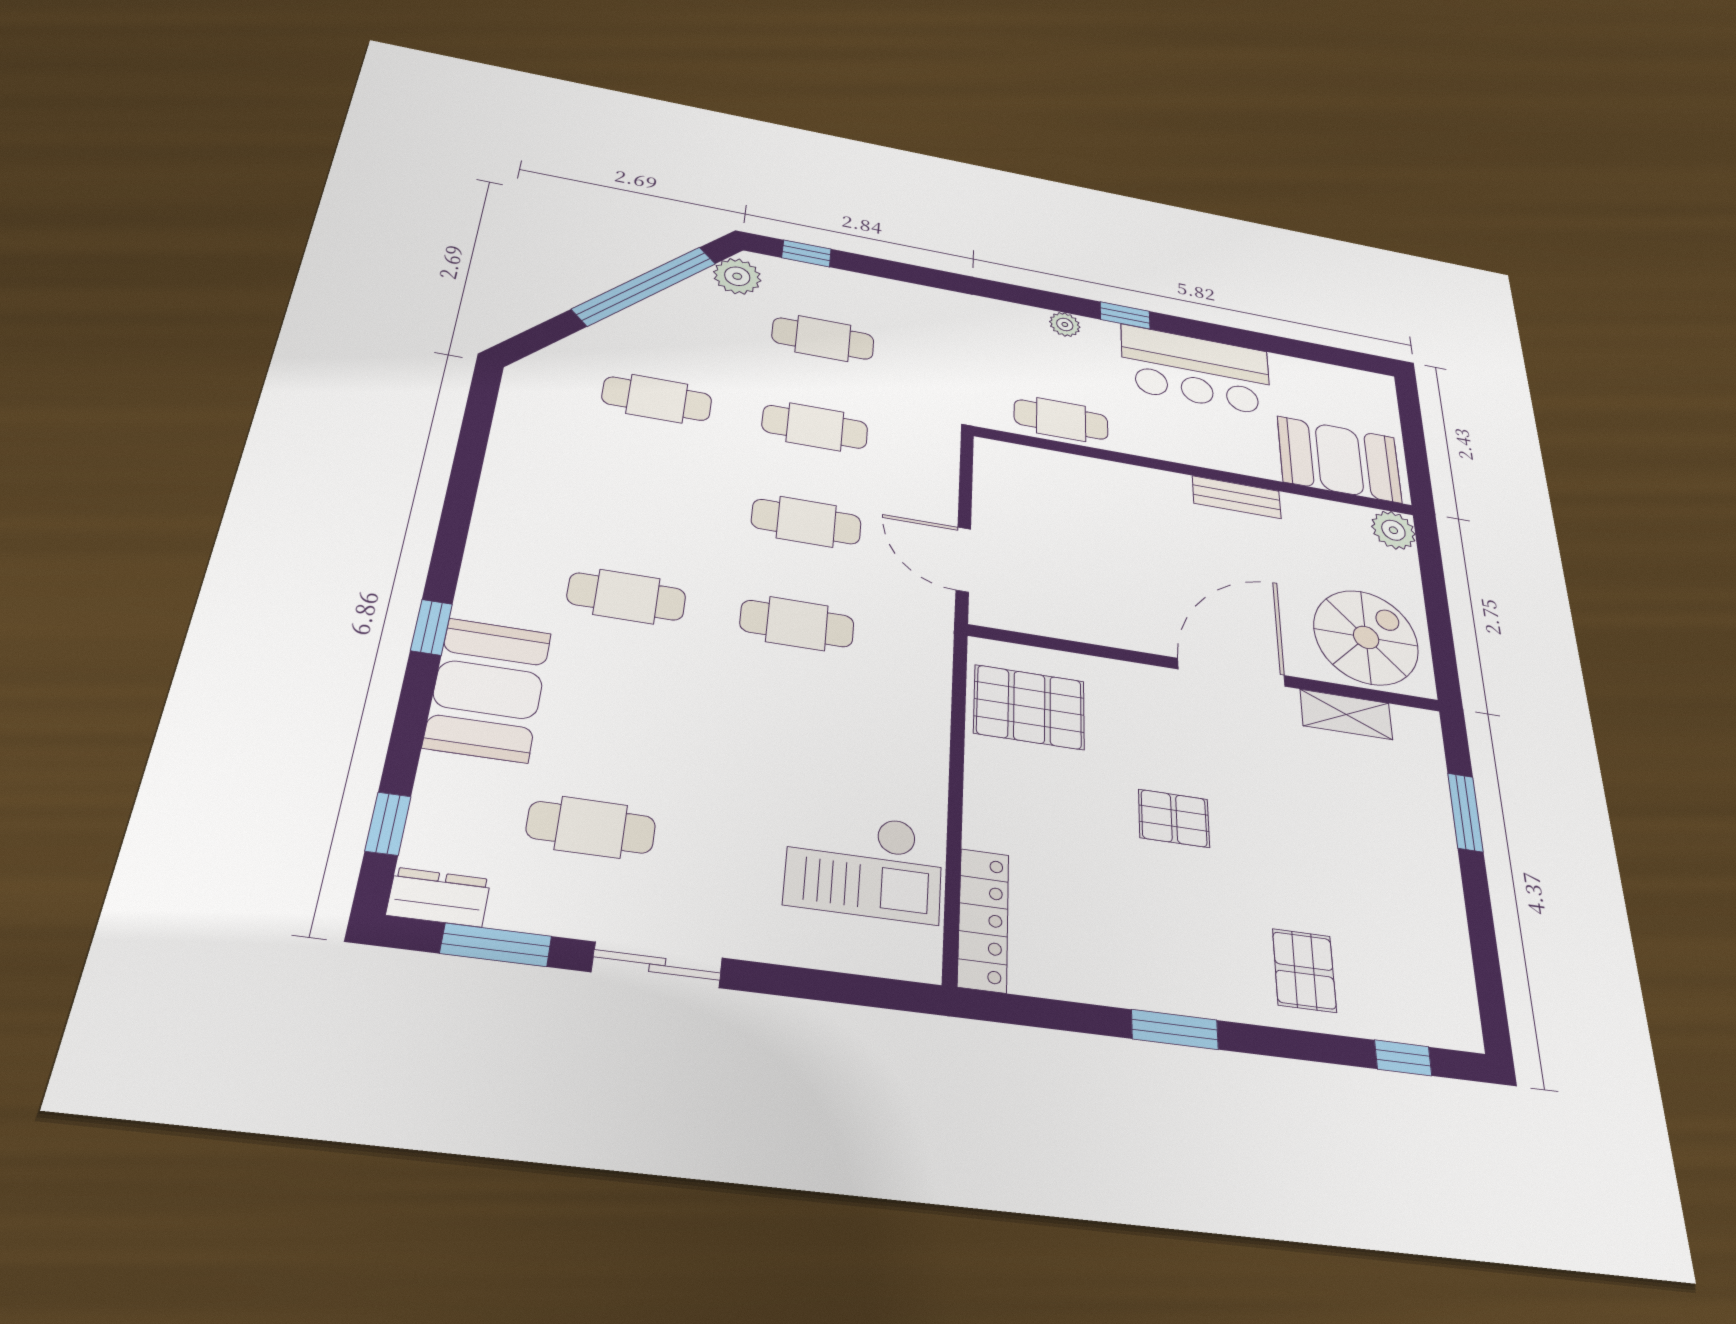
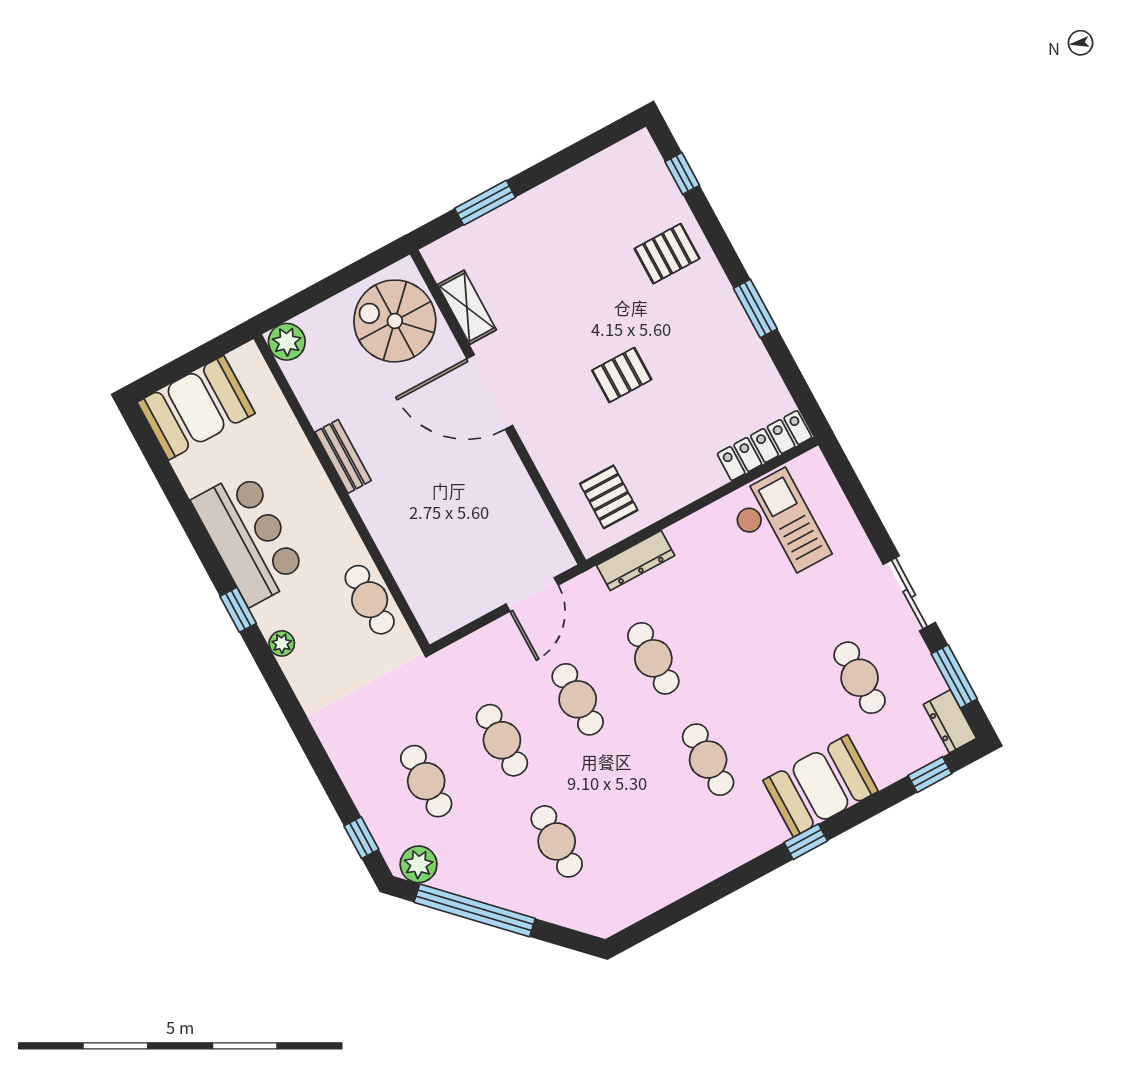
booth: (1339, 459) -> (196, 408), moved, turned 90
dresser: (931, 684) -> (636, 560), added
pallet: (1029, 707) -> (609, 497), width x0.67, depth x0.71
pallet: (1174, 818) -> (622, 375), turned 90

